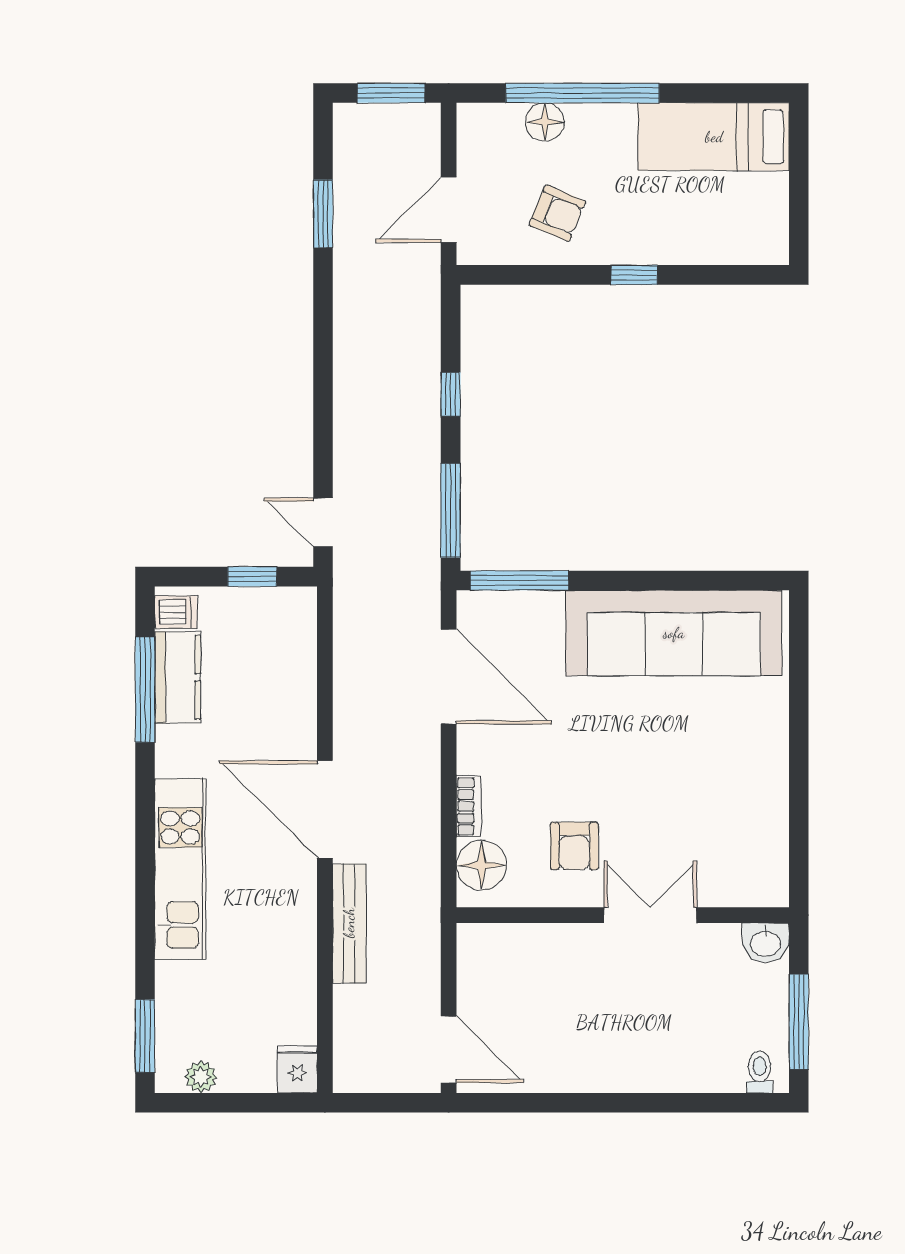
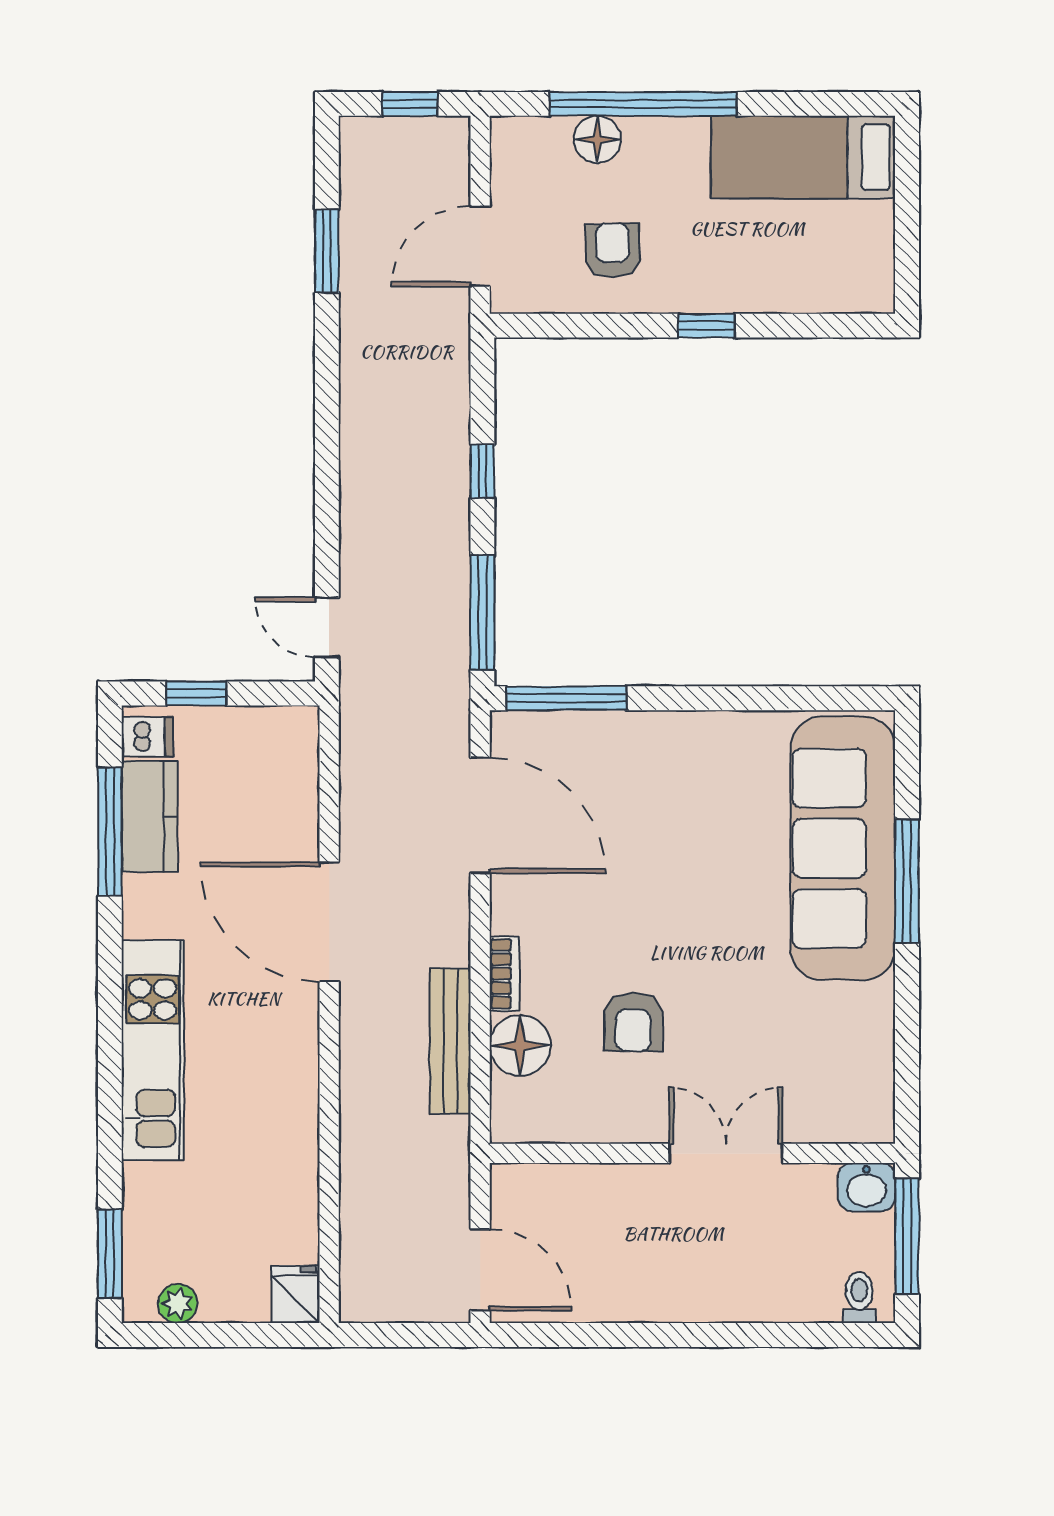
window: (391, 93) -> (410, 104), width x0.67
armchair: (557, 213) -> (613, 250), turned -115
window: (252, 577) -> (196, 694), moved
sofa: (674, 633) -> (843, 848), moved, turned 90
window: (799, 730) -> (907, 881), added
door: (325, 809) -> (329, 922), moved
wall: (623, 915) -> (692, 1153), moved
double door: (650, 915) -> (726, 1153), moved
bench: (349, 923) -> (450, 1041), moved
washbasin: (766, 943) -> (866, 1187), moved

